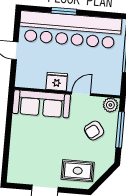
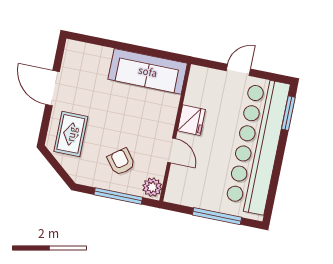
window: (64, 11) -> (288, 113), moved
sofa: (41, 104) -> (148, 71), moved, turned -90

